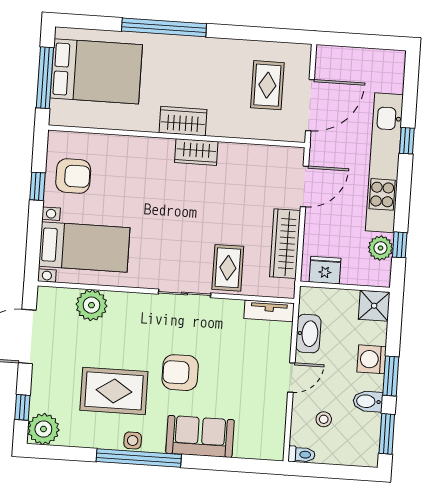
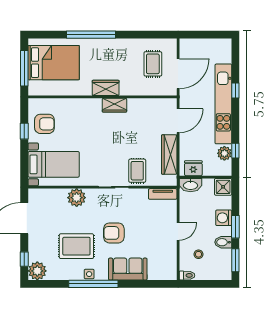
plant: (91, 305) -> (77, 198), moved
washbasin: (308, 334) -> (191, 185), moved, turned 90

